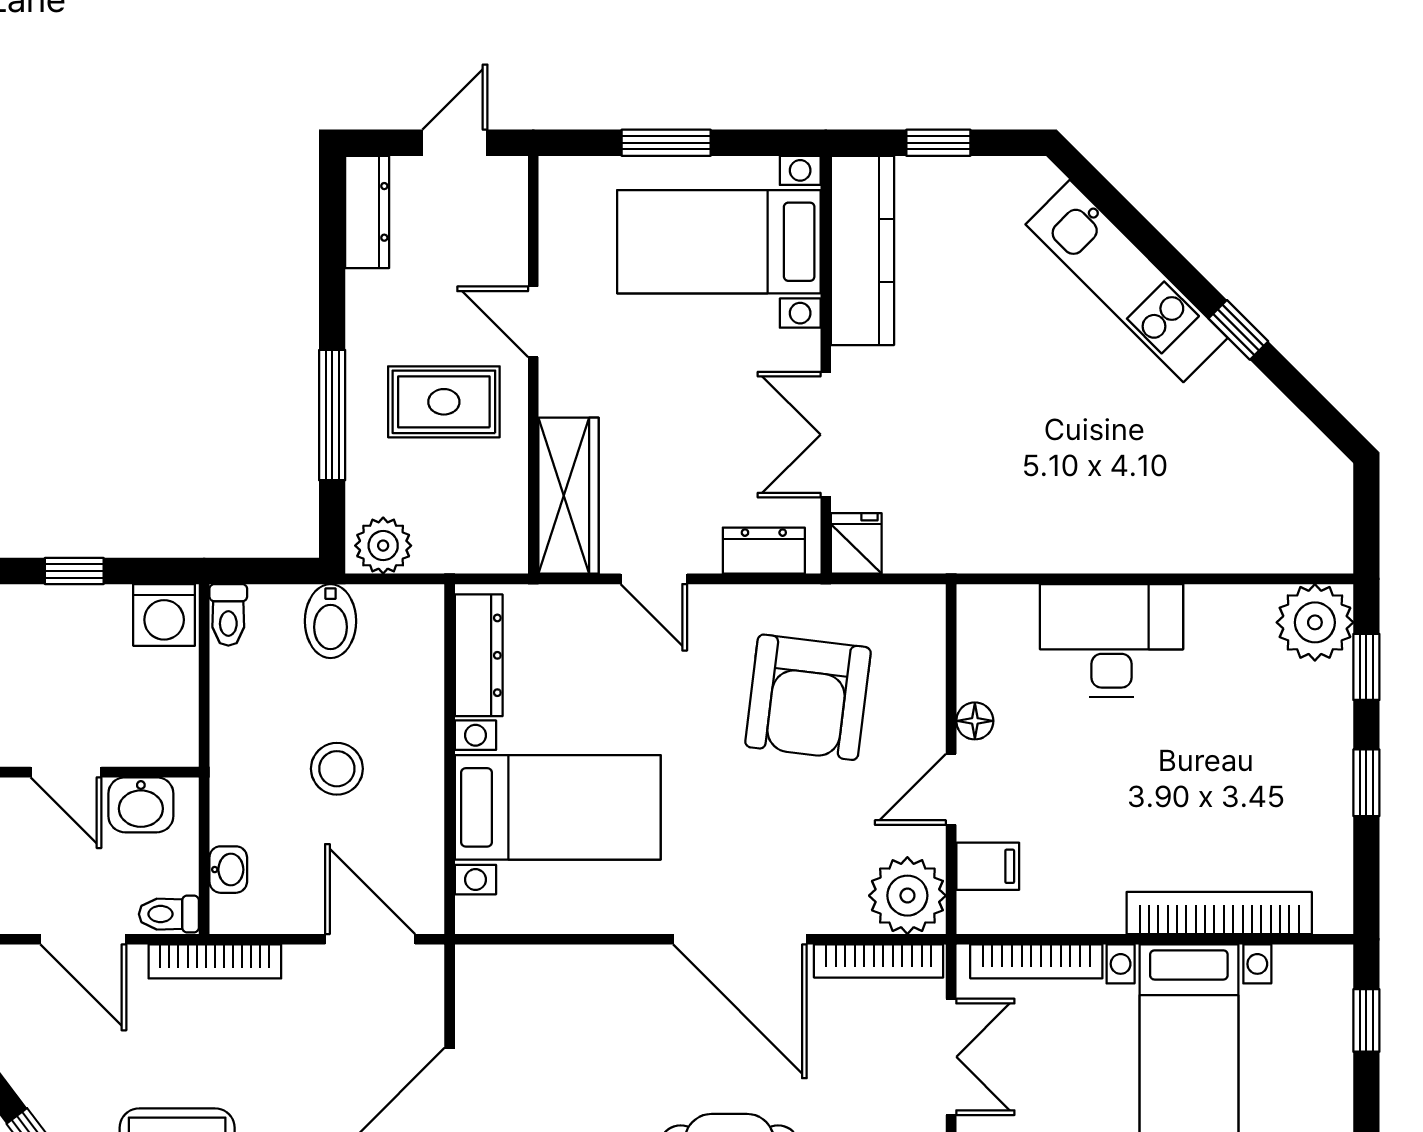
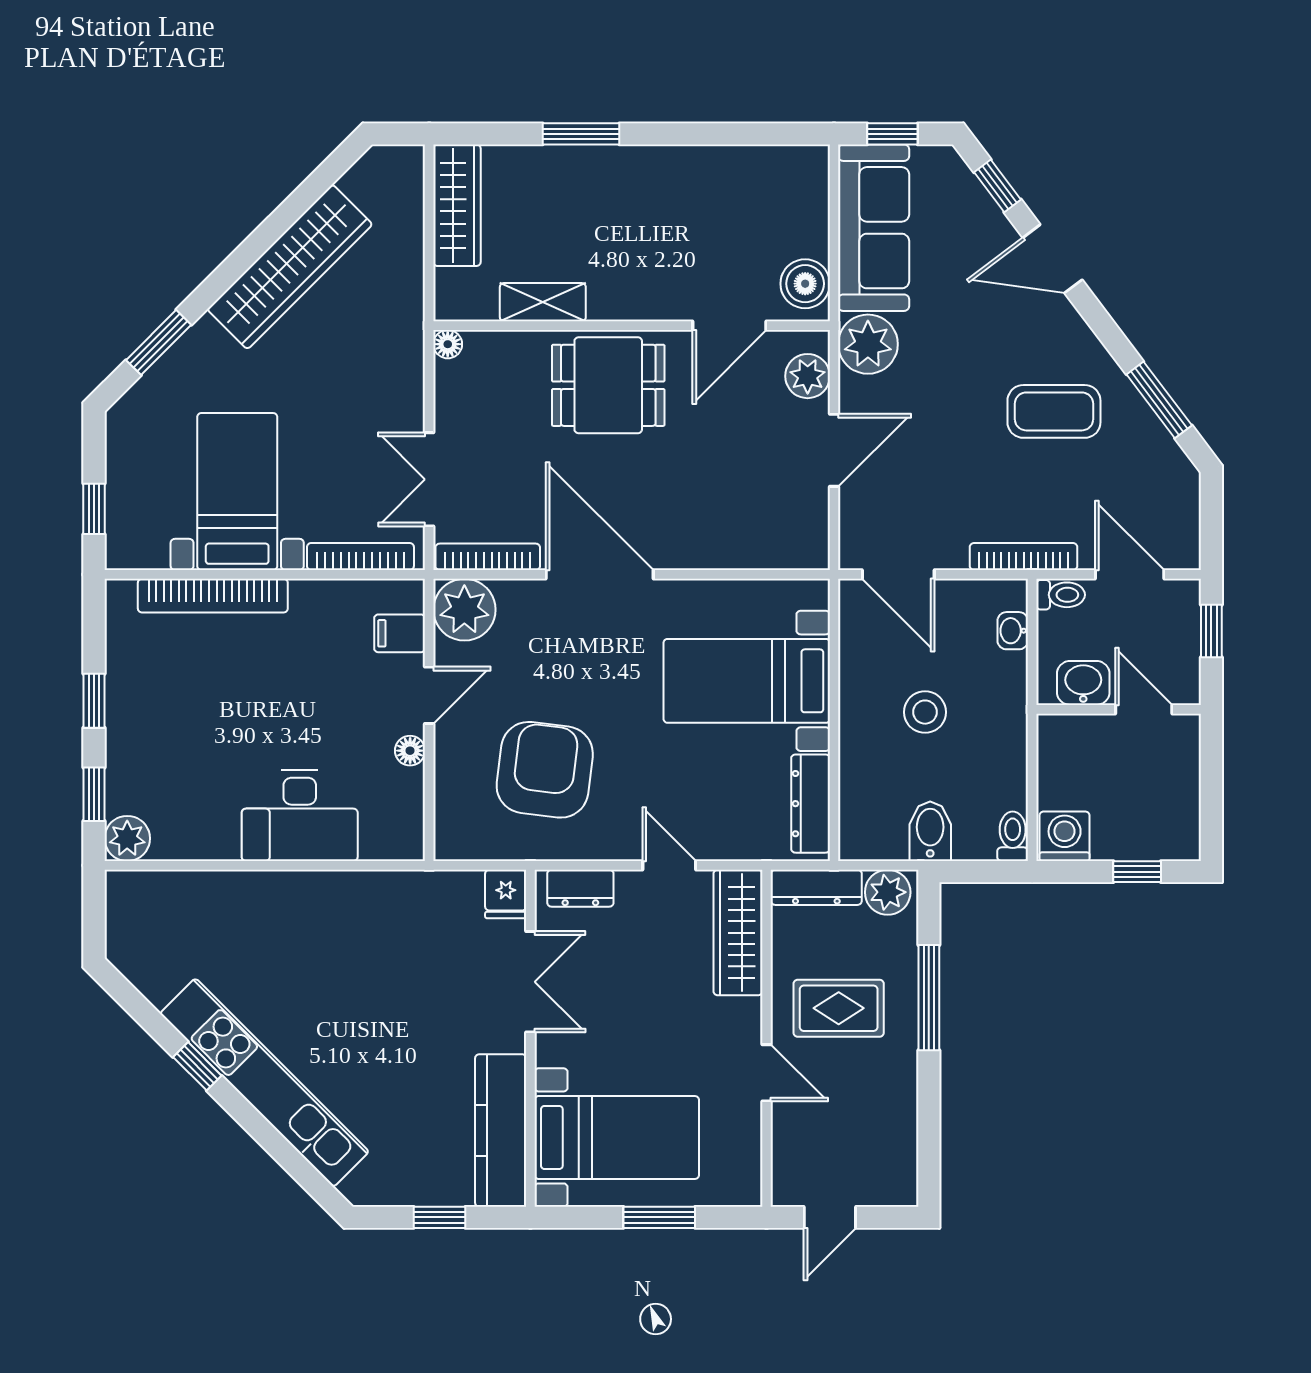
dresser: (367, 212) -> (816, 887), moved, turned -90
kitchen unit: (1127, 281) -> (264, 1083), width x1.36
plant: (1315, 622) -> (127, 838), width x0.73, depth x0.73

